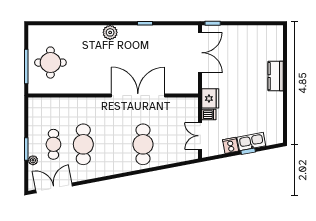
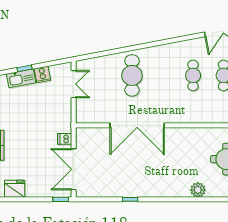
plant: (110, 32) -> (198, 190), moved
fridge: (210, 98) -> (15, 189), moved, turned 90
dishwasher: (209, 115) -> (65, 139), moved
cafe table: (83, 144) -> (193, 75), width x0.73, depth x0.74

